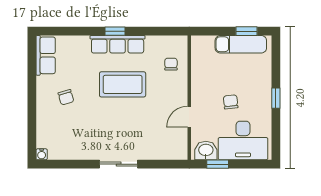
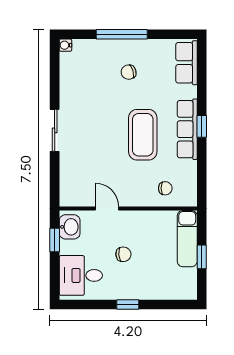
window: (247, 31) -> (202, 257), moved
exam couch: (241, 44) -> (187, 239), moved
row of seats: (46, 55) -> (186, 63), moved, turned 90
window: (32, 103) -> (122, 34), added
desk: (243, 140) -> (81, 275), width x0.73

